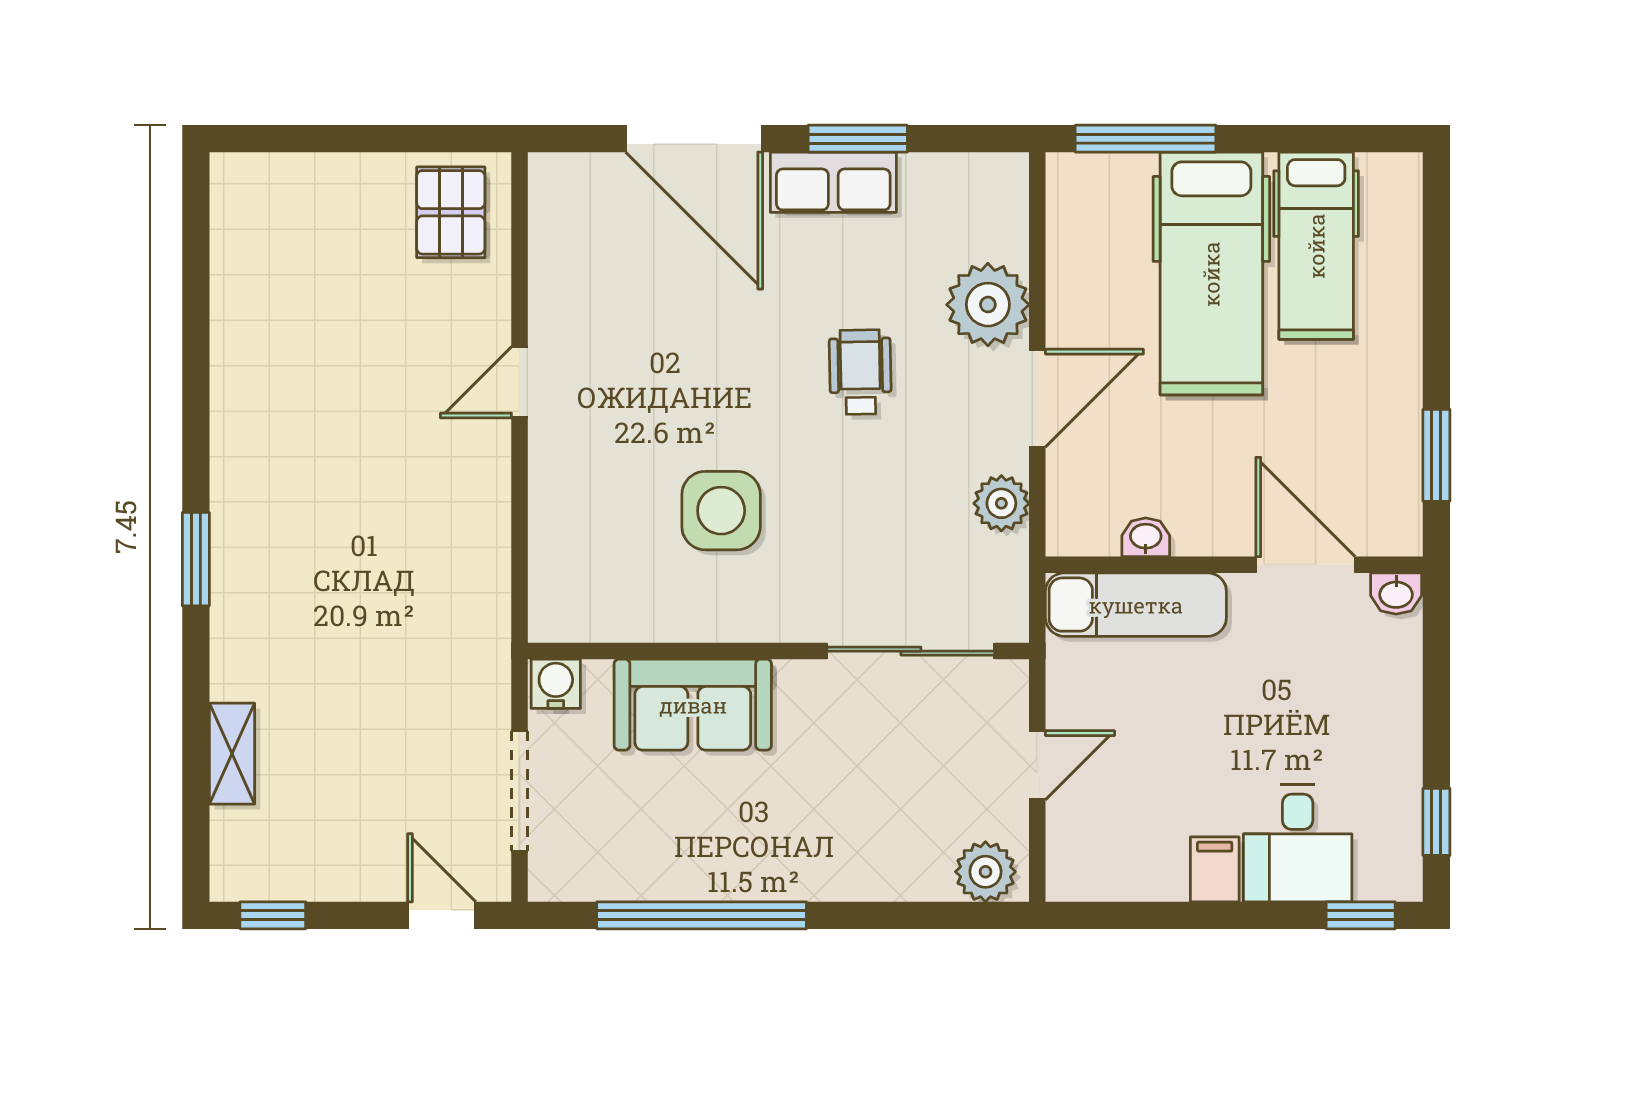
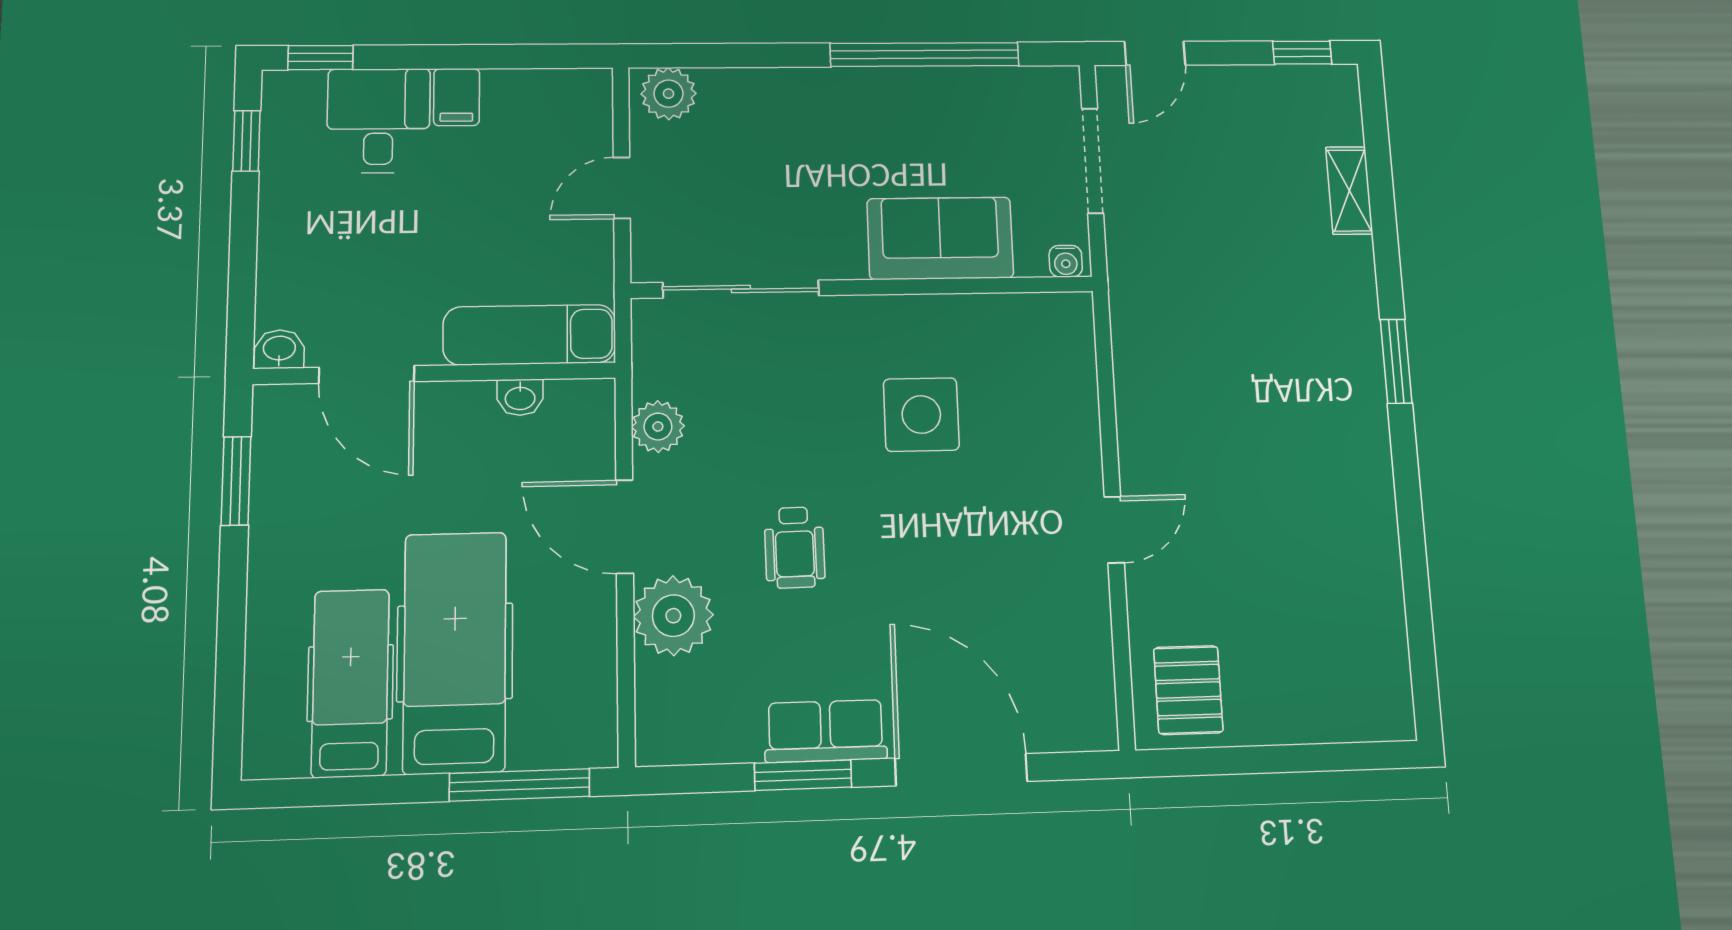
door: (1037, 398) -> (625, 527), hinge flipped
water cooler: (556, 684) -> (1066, 261), width x0.72, depth x0.72
door: (442, 915) -> (1155, 53), hinge flipped

